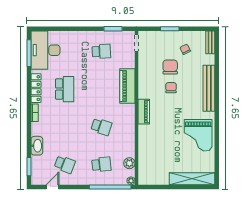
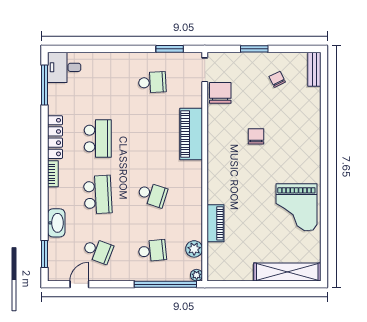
desk: (45, 50) -> (64, 67), width x0.53, depth x0.77
chair: (170, 67) -> (220, 93), moved
bench: (209, 88) -> (312, 137), removed
piano: (144, 112) -> (215, 223), moved
school desk: (65, 127) -> (98, 195), added

